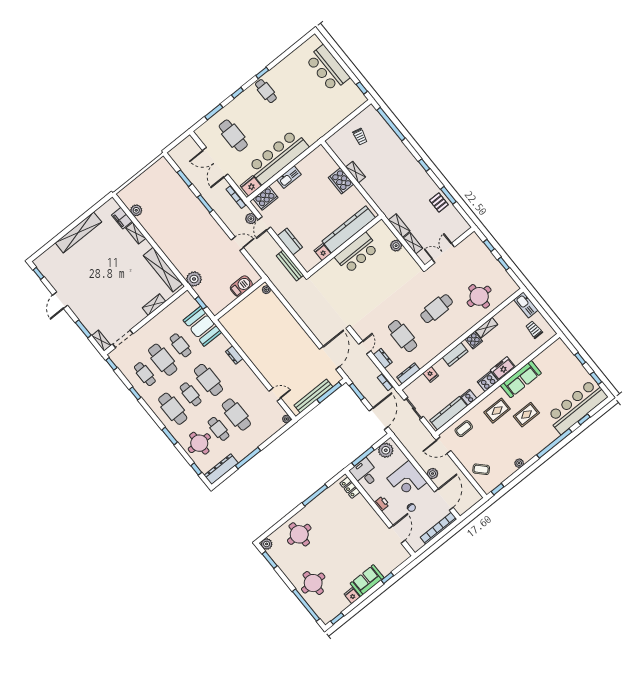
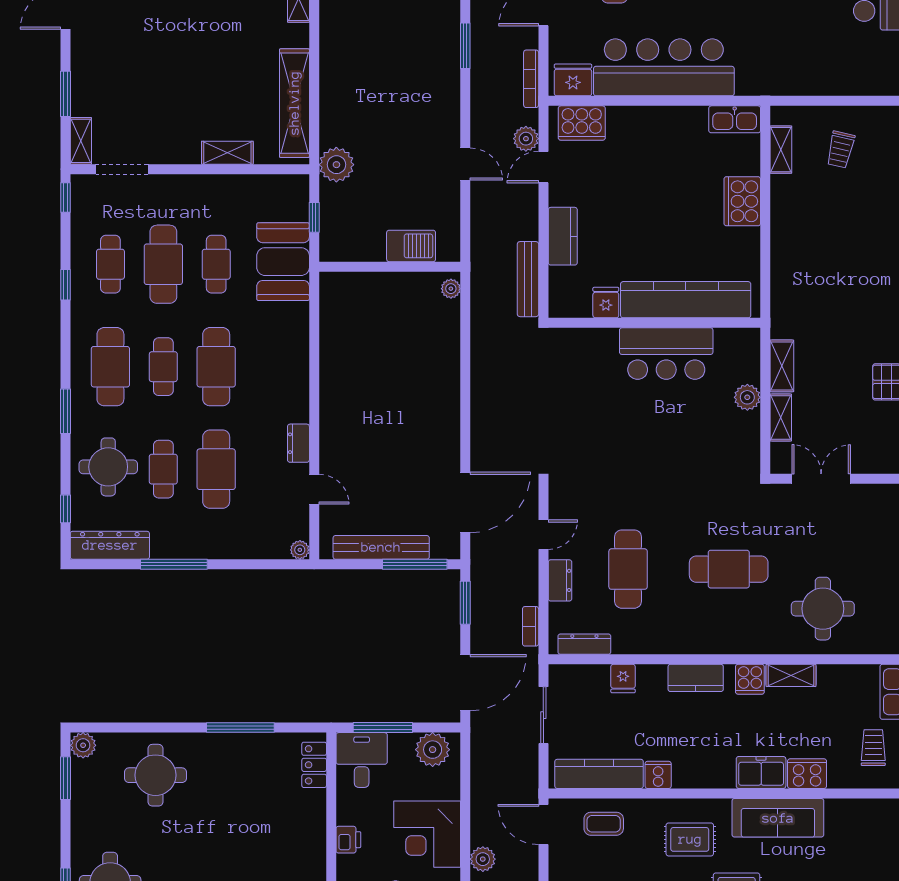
shelving: (355, 172) -> (781, 150), moved
kitchen sink: (289, 177) -> (735, 119), moved
dresser: (234, 355) -> (298, 443), moved
cooker: (488, 381) -> (807, 774), moved

